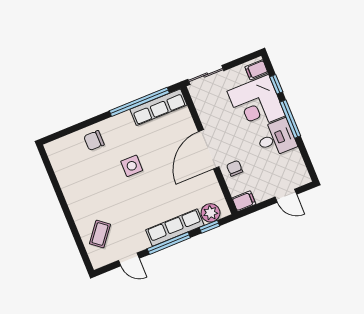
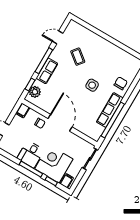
row of seats: (158, 107) -> (110, 110), moved
row of seats: (175, 228) -> (47, 71), width x0.68
coffee table: (100, 234) -> (78, 57), moved

